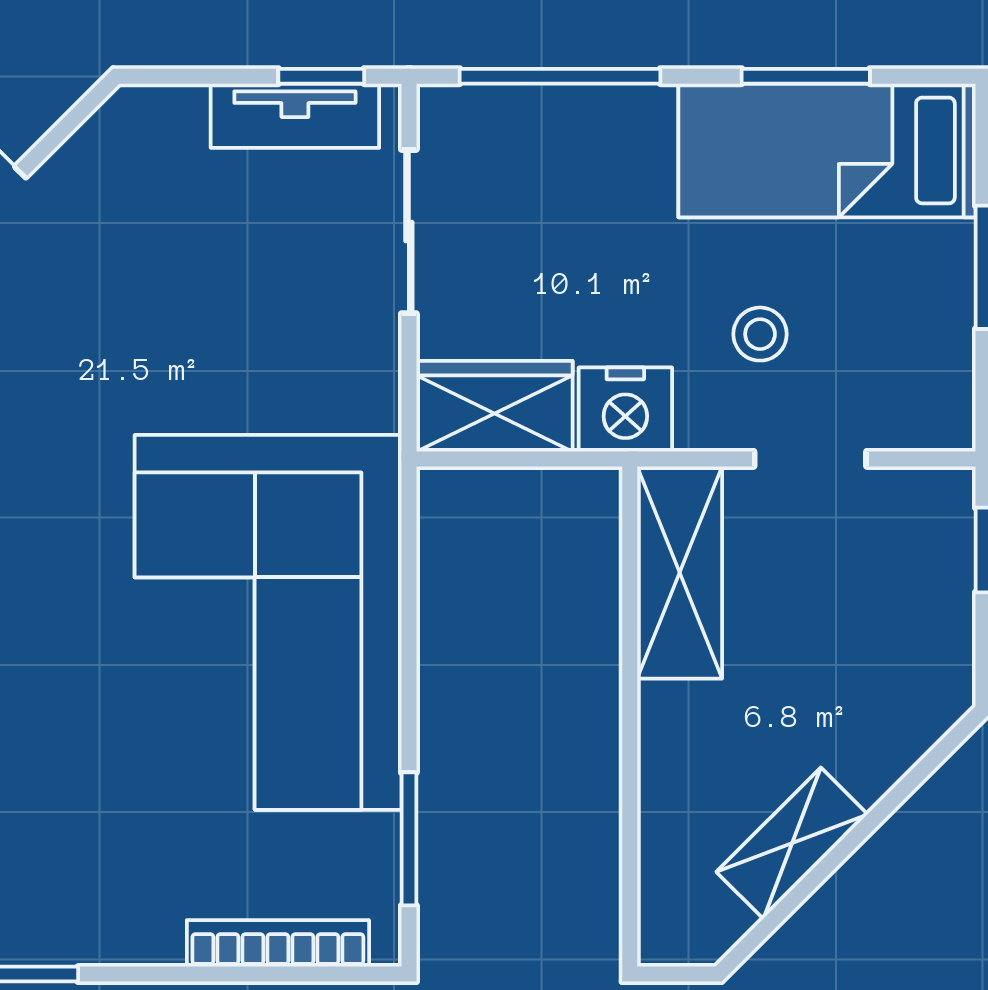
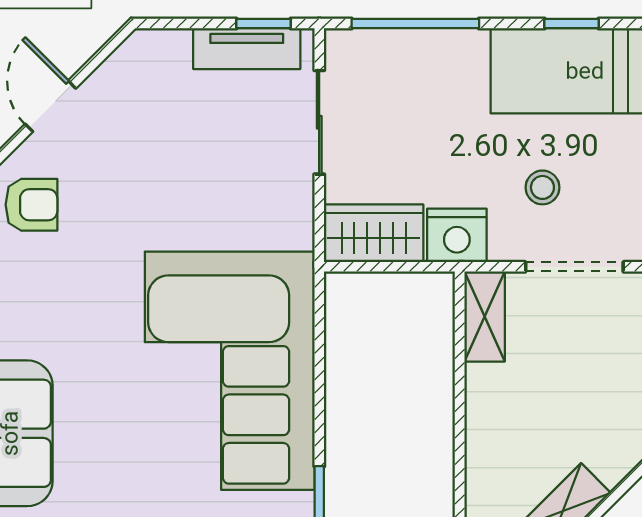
window: (806, 76) -> (572, 24), width x0.67
doorway: (810, 459) -> (574, 267), width x1.38
shelving: (680, 572) -> (485, 317), width x0.67, depth x0.75

